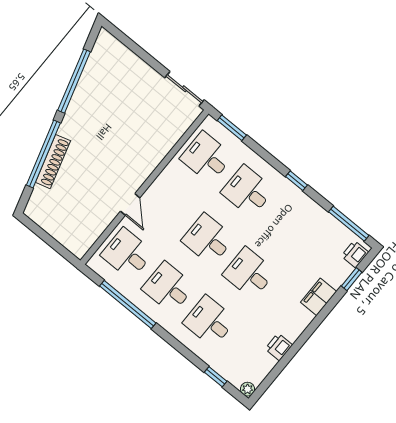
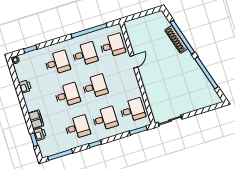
door: (130, 204) -> (134, 62), swing flipped
desk: (289, 225) -> (77, 127), added
printer: (355, 254) -> (40, 134), moved

